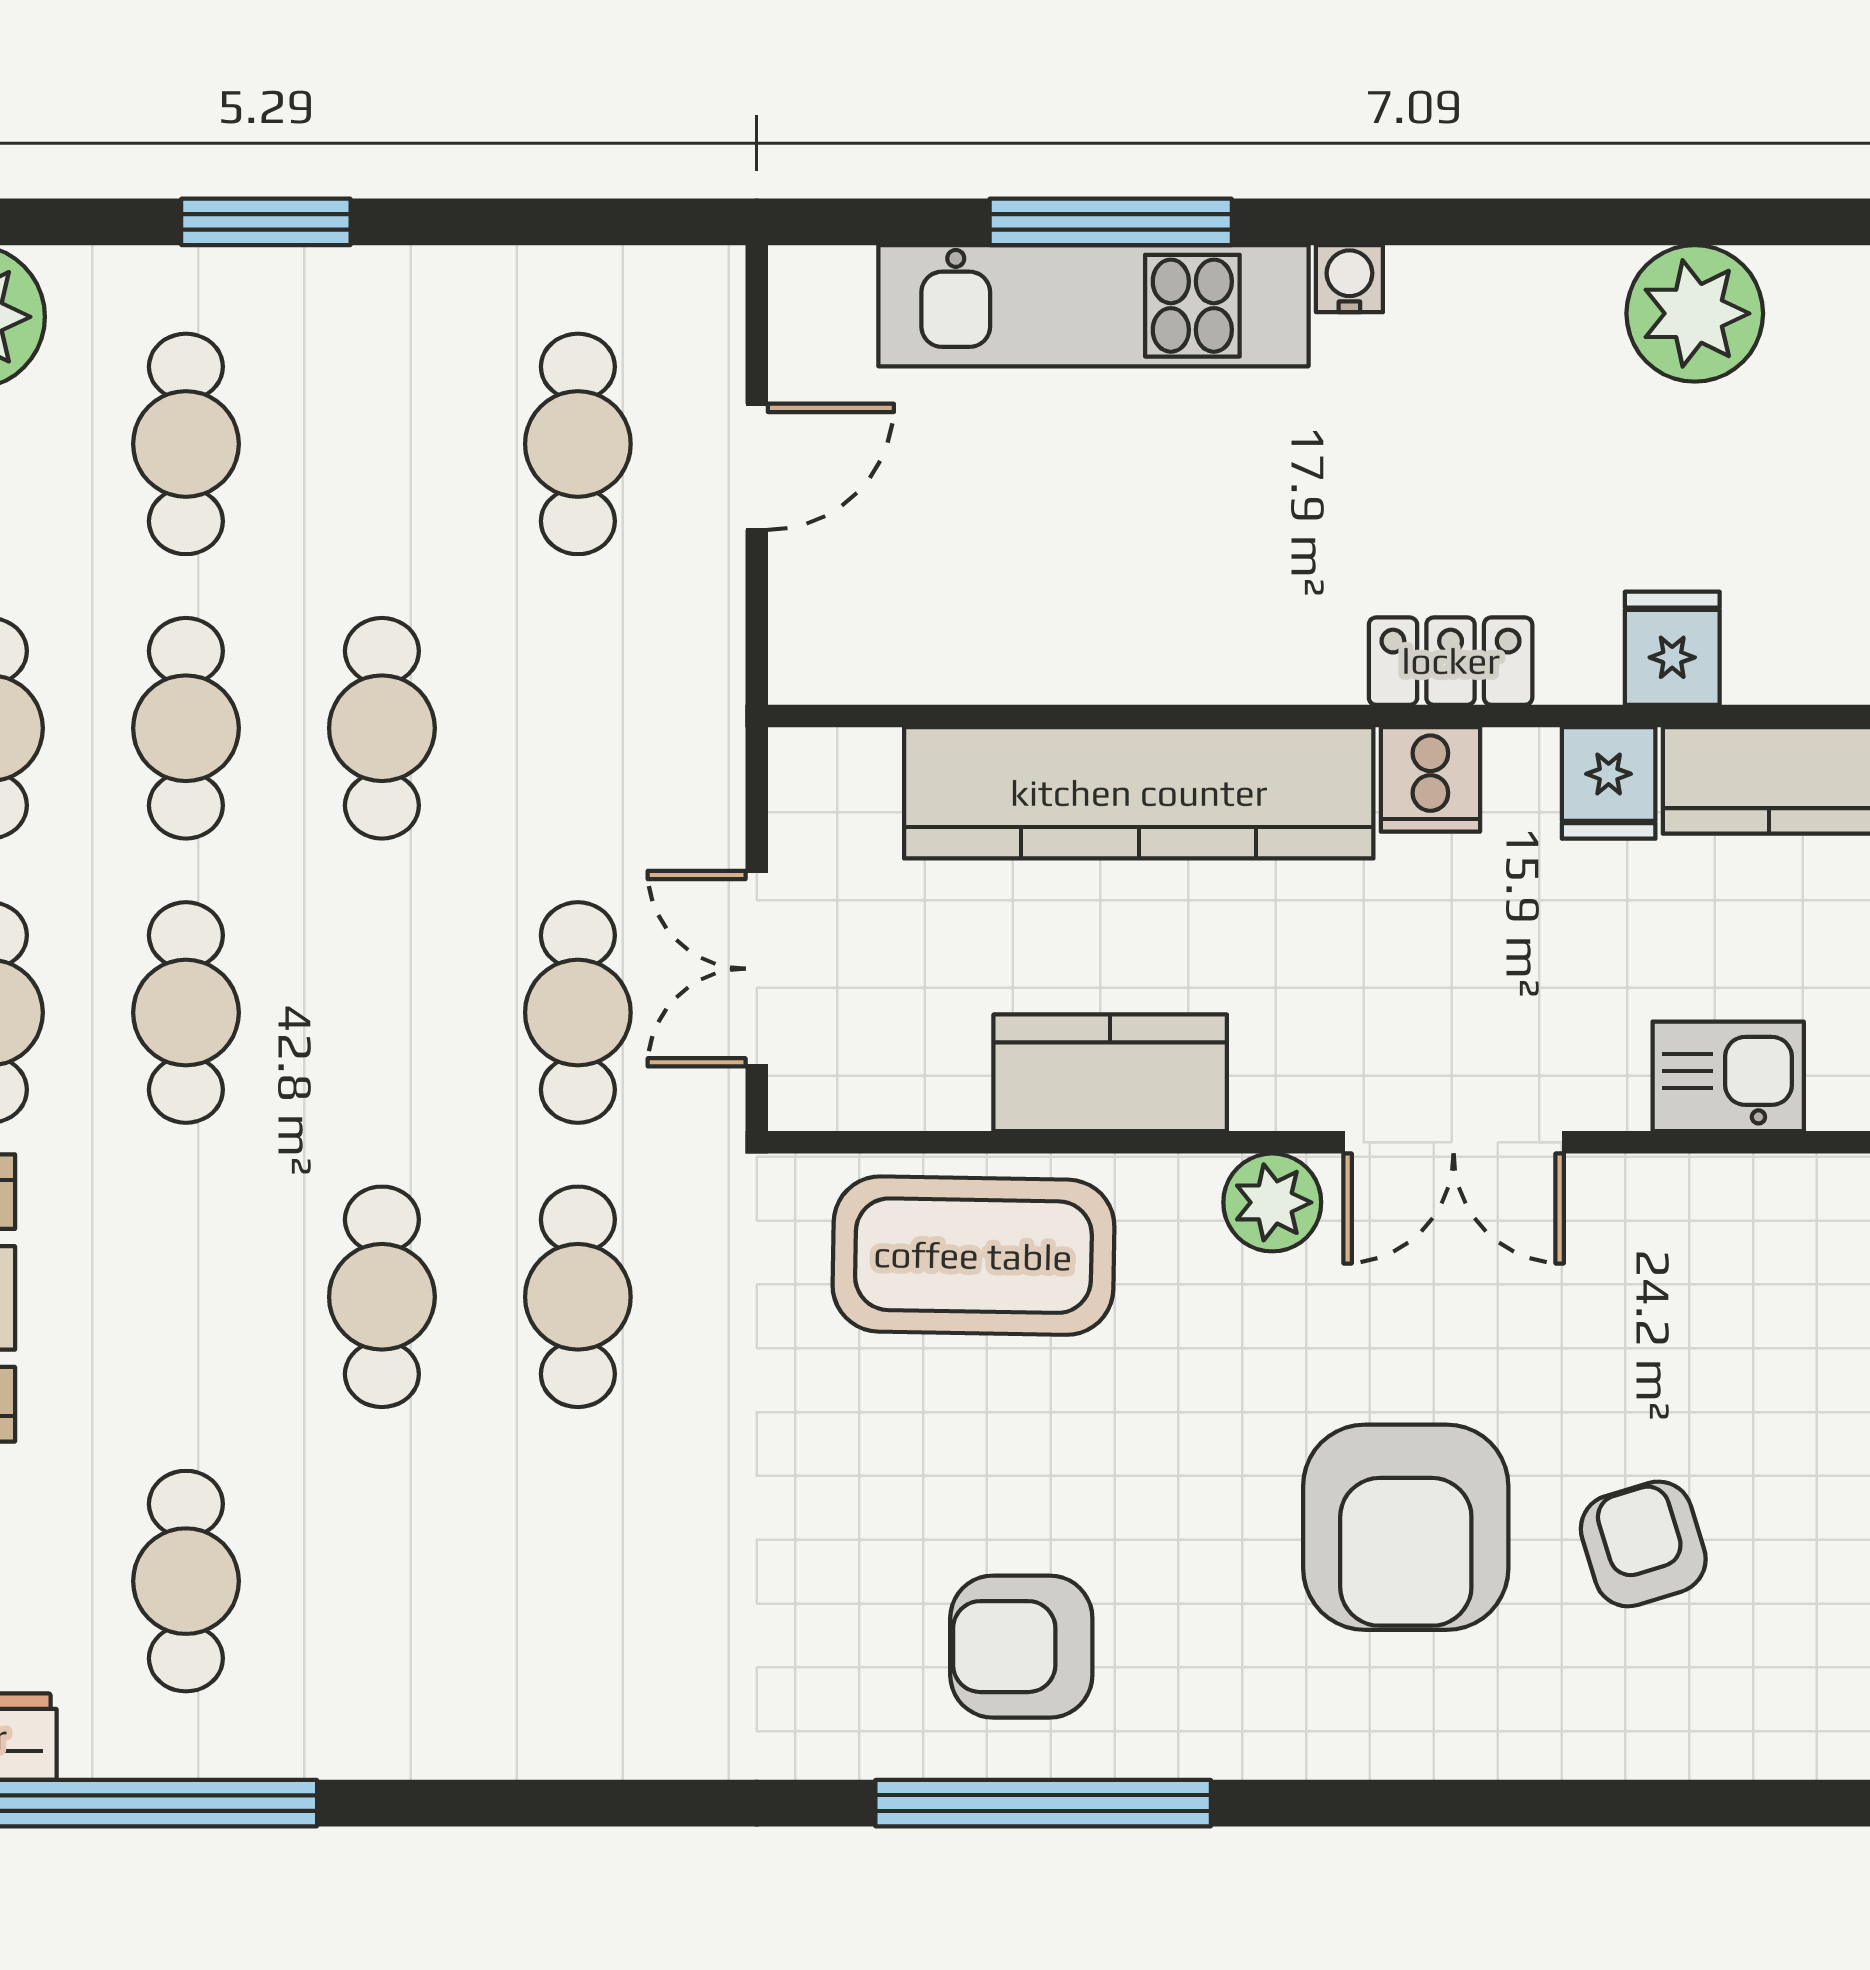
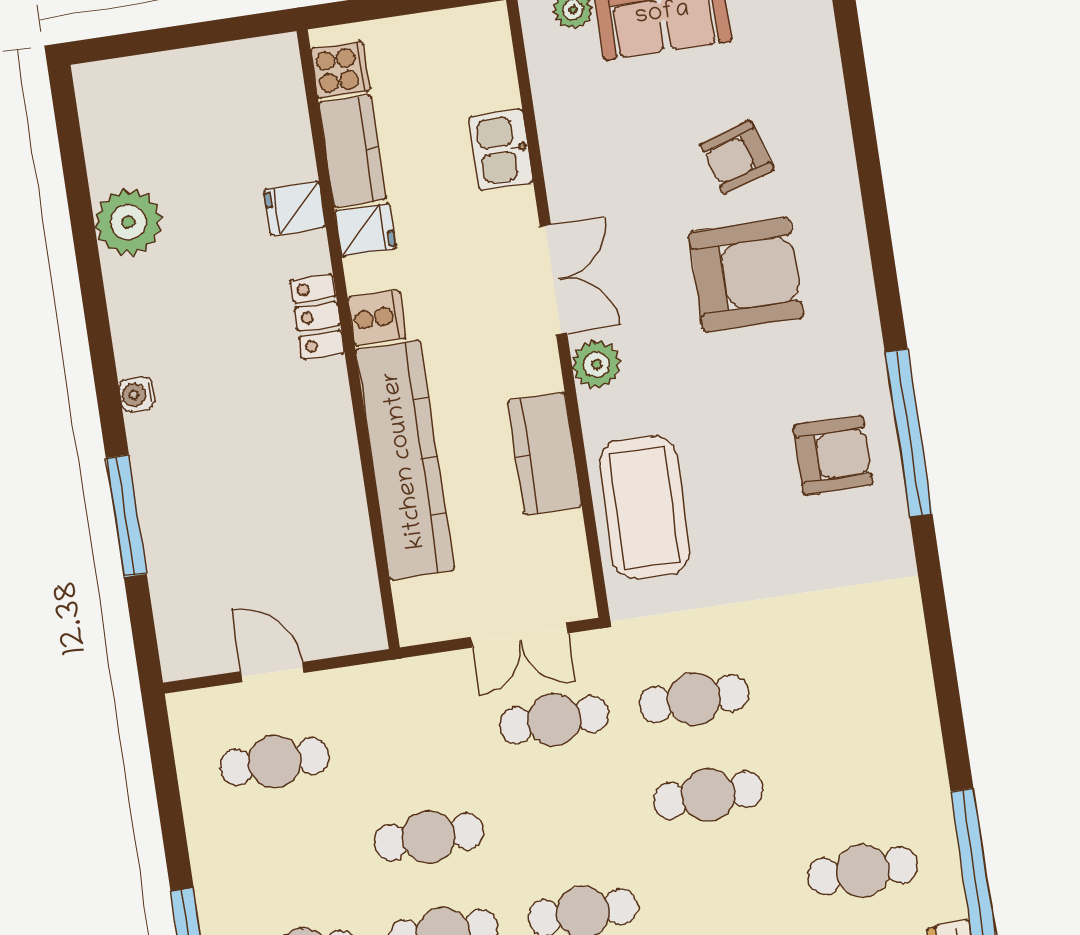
kitchen unit: (1093, 306) -> (169, 518), removed
armchair: (1021, 1647) -> (833, 455), turned -90

